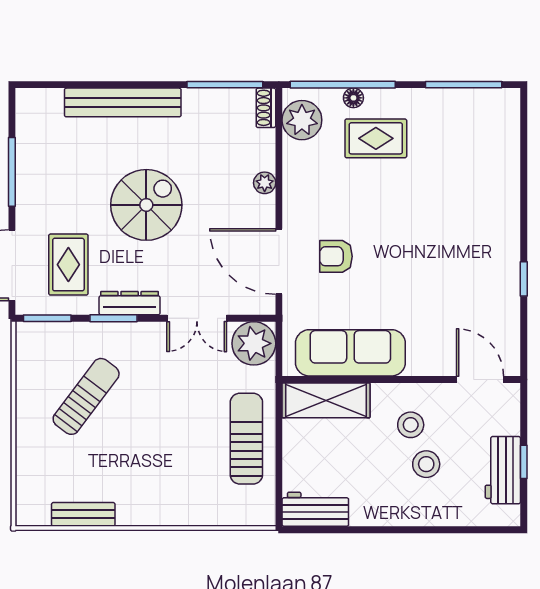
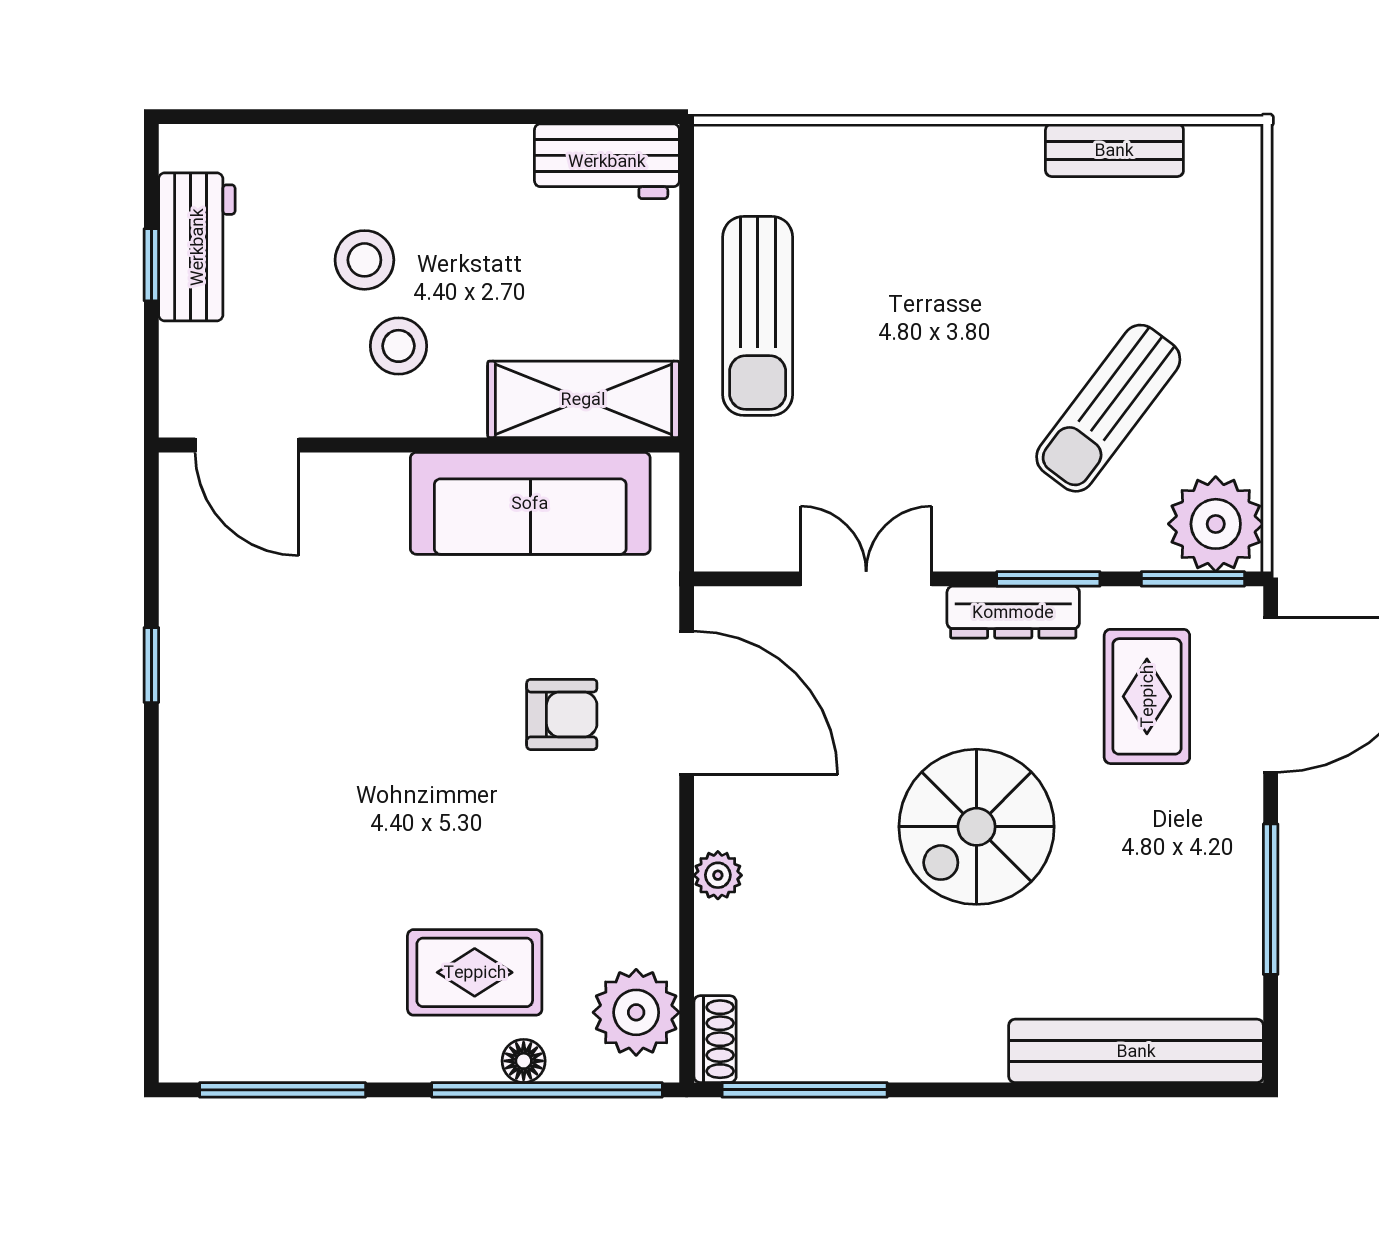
bench: (123, 102) -> (1136, 1051), moved
plant: (254, 343) -> (1216, 524), moved

